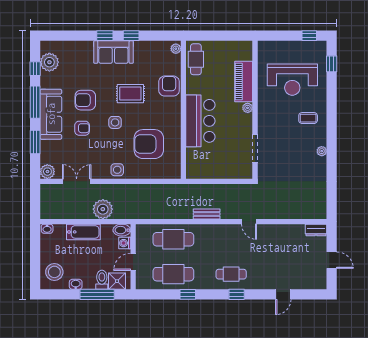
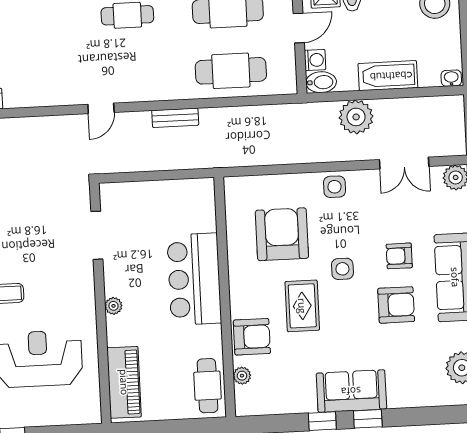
plant: (176, 49) -> (242, 376), moved
piano: (244, 81) -> (124, 382), moved
armchair: (169, 86) -> (252, 337), turned -90
rug: (130, 94) -> (302, 306), moved, turned 90
armchair: (149, 144) -> (282, 234), turned -90
door: (249, 222) -> (101, 108), swing flipped

